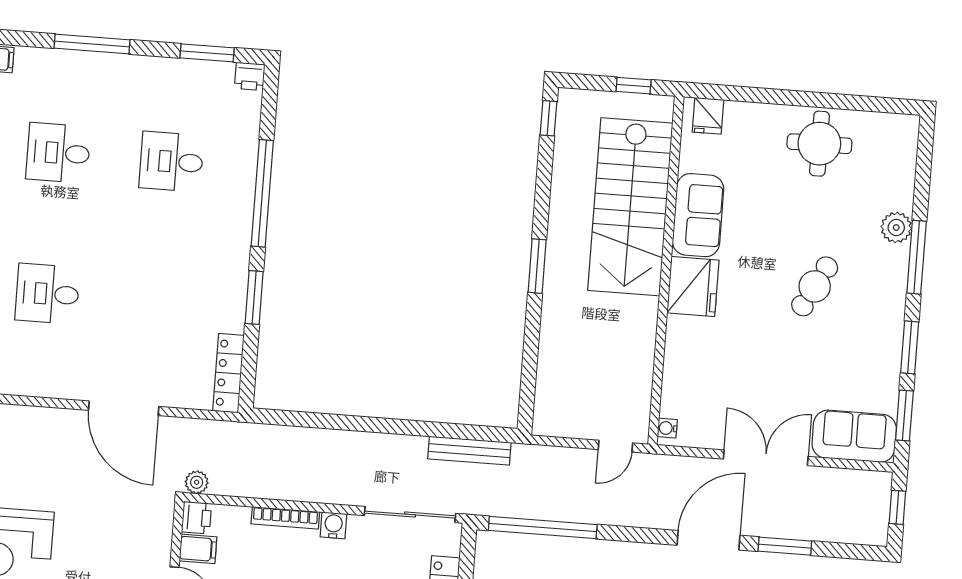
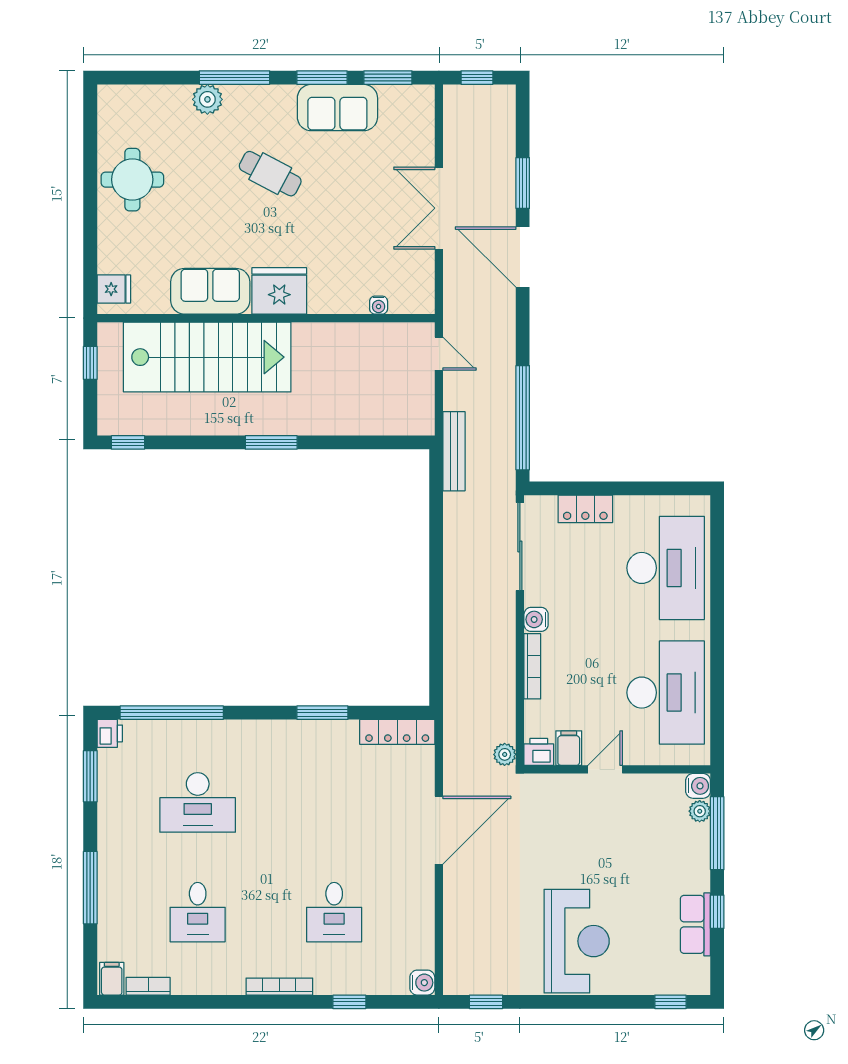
desk: (171, 162) -> (198, 802), width x1.37
window: (262, 193) -> (172, 713), moved
water cooler: (667, 428) -> (379, 305), moved
sofa: (854, 436) -> (337, 108), moved, turned -90
bench: (469, 451) -> (454, 451), moved

